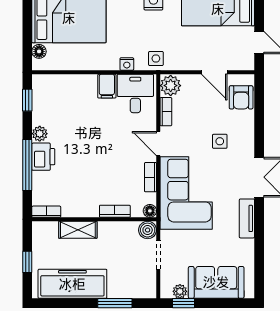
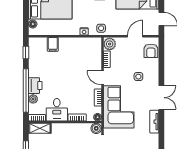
door: (214, 72) -> (135, 36), swing flipped
filing cabinet: (107, 86) -> (53, 44), moved
desk: (135, 93) -> (57, 110), moved, turned 180
plant: (40, 134) -> (33, 99), moved
window: (27, 165) -> (26, 90), width x1.46
shelving: (78, 230) -> (40, 128), moved

